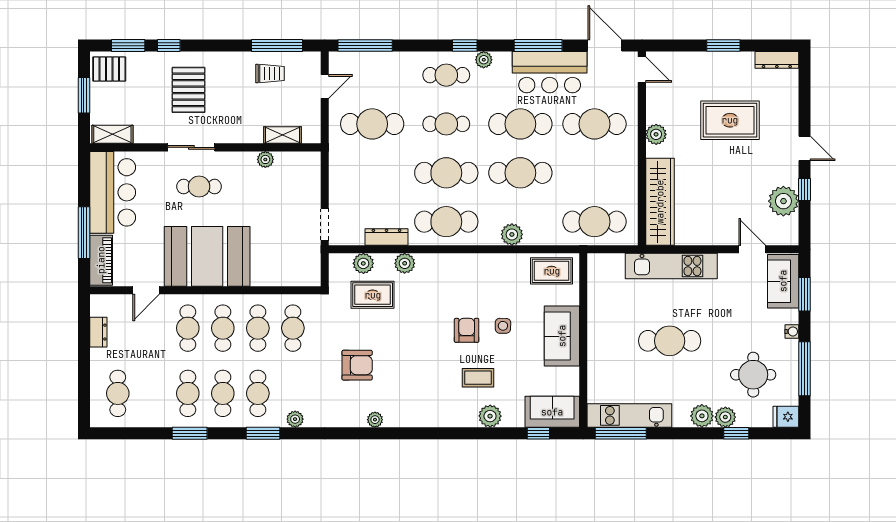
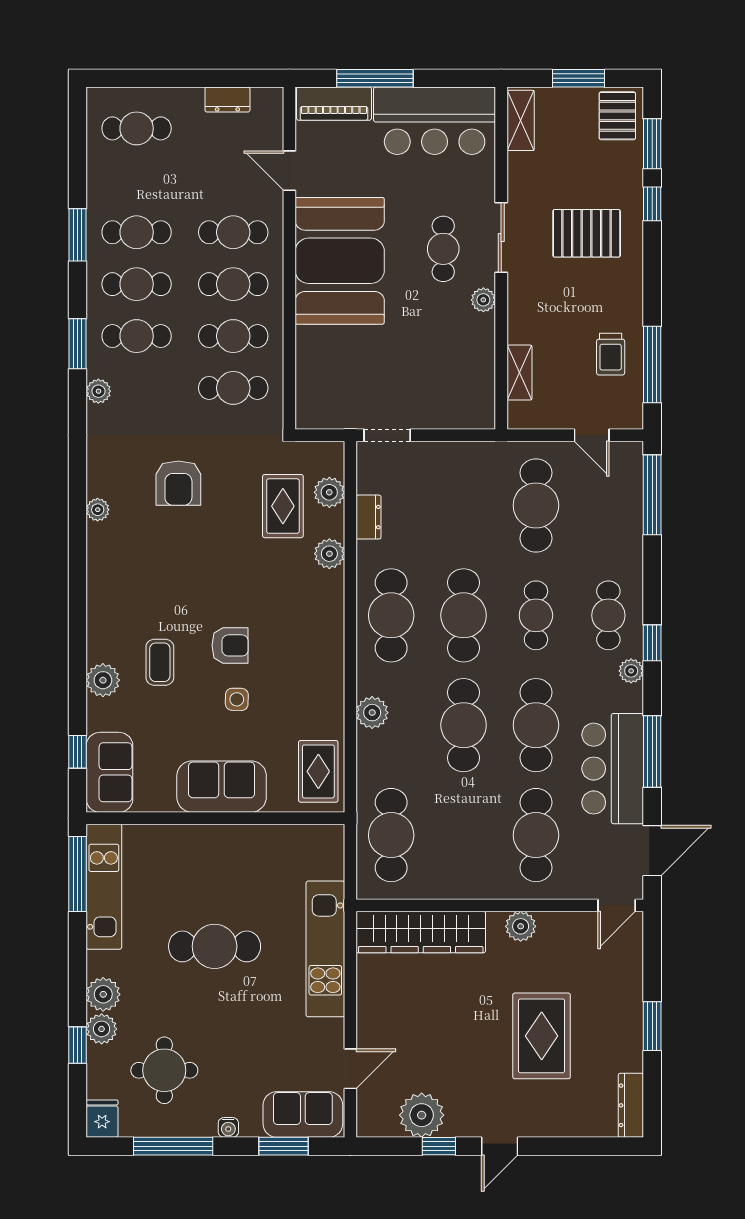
plant: (265, 159) -> (483, 300), moved
dresser: (387, 237) -> (369, 517), width x0.70
cafe table: (670, 341) -> (215, 946), turned 90

